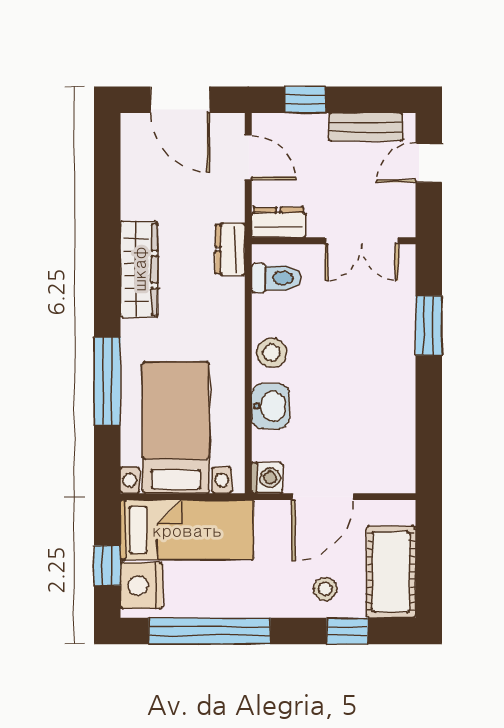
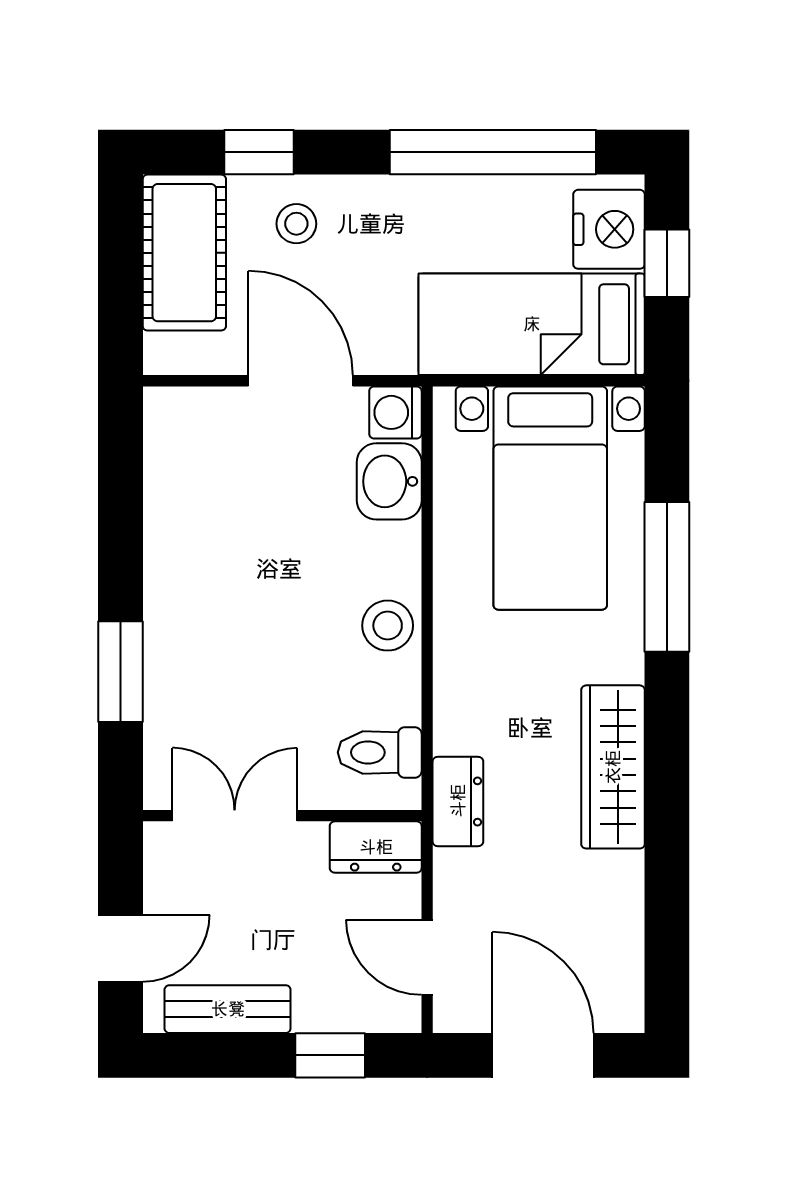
washbasin: (271, 406) -> (389, 481), moved
door: (323, 497) -> (301, 381), hinge flipped

